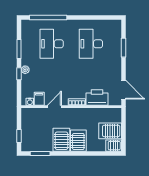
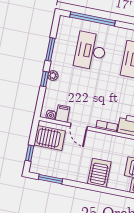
door: (54, 107) -> (79, 126), swing flipped
server rack: (61, 140) -> (50, 138), moved, turned 90

